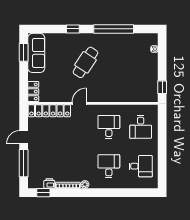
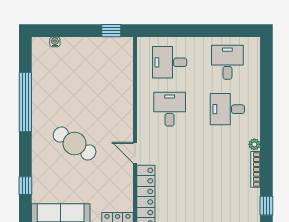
window: (73, 29) -> (25, 186), moved
desk: (109, 127) -> (170, 109), turned 90
desk: (141, 127) -> (170, 62), turned 180
printer: (49, 183) -> (253, 197), removed

